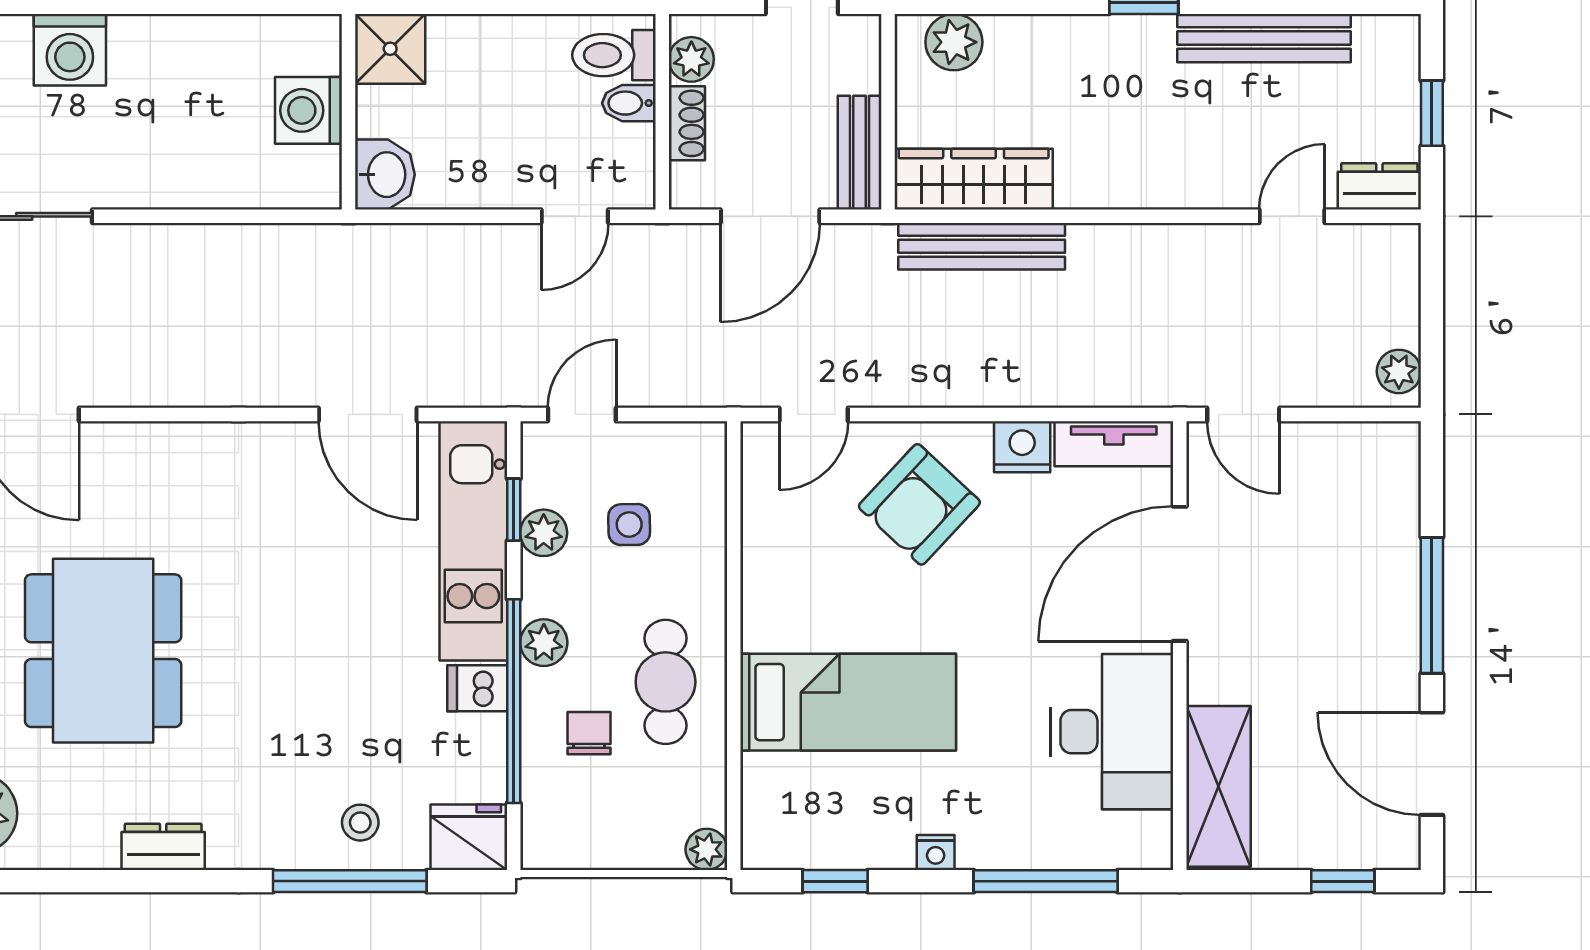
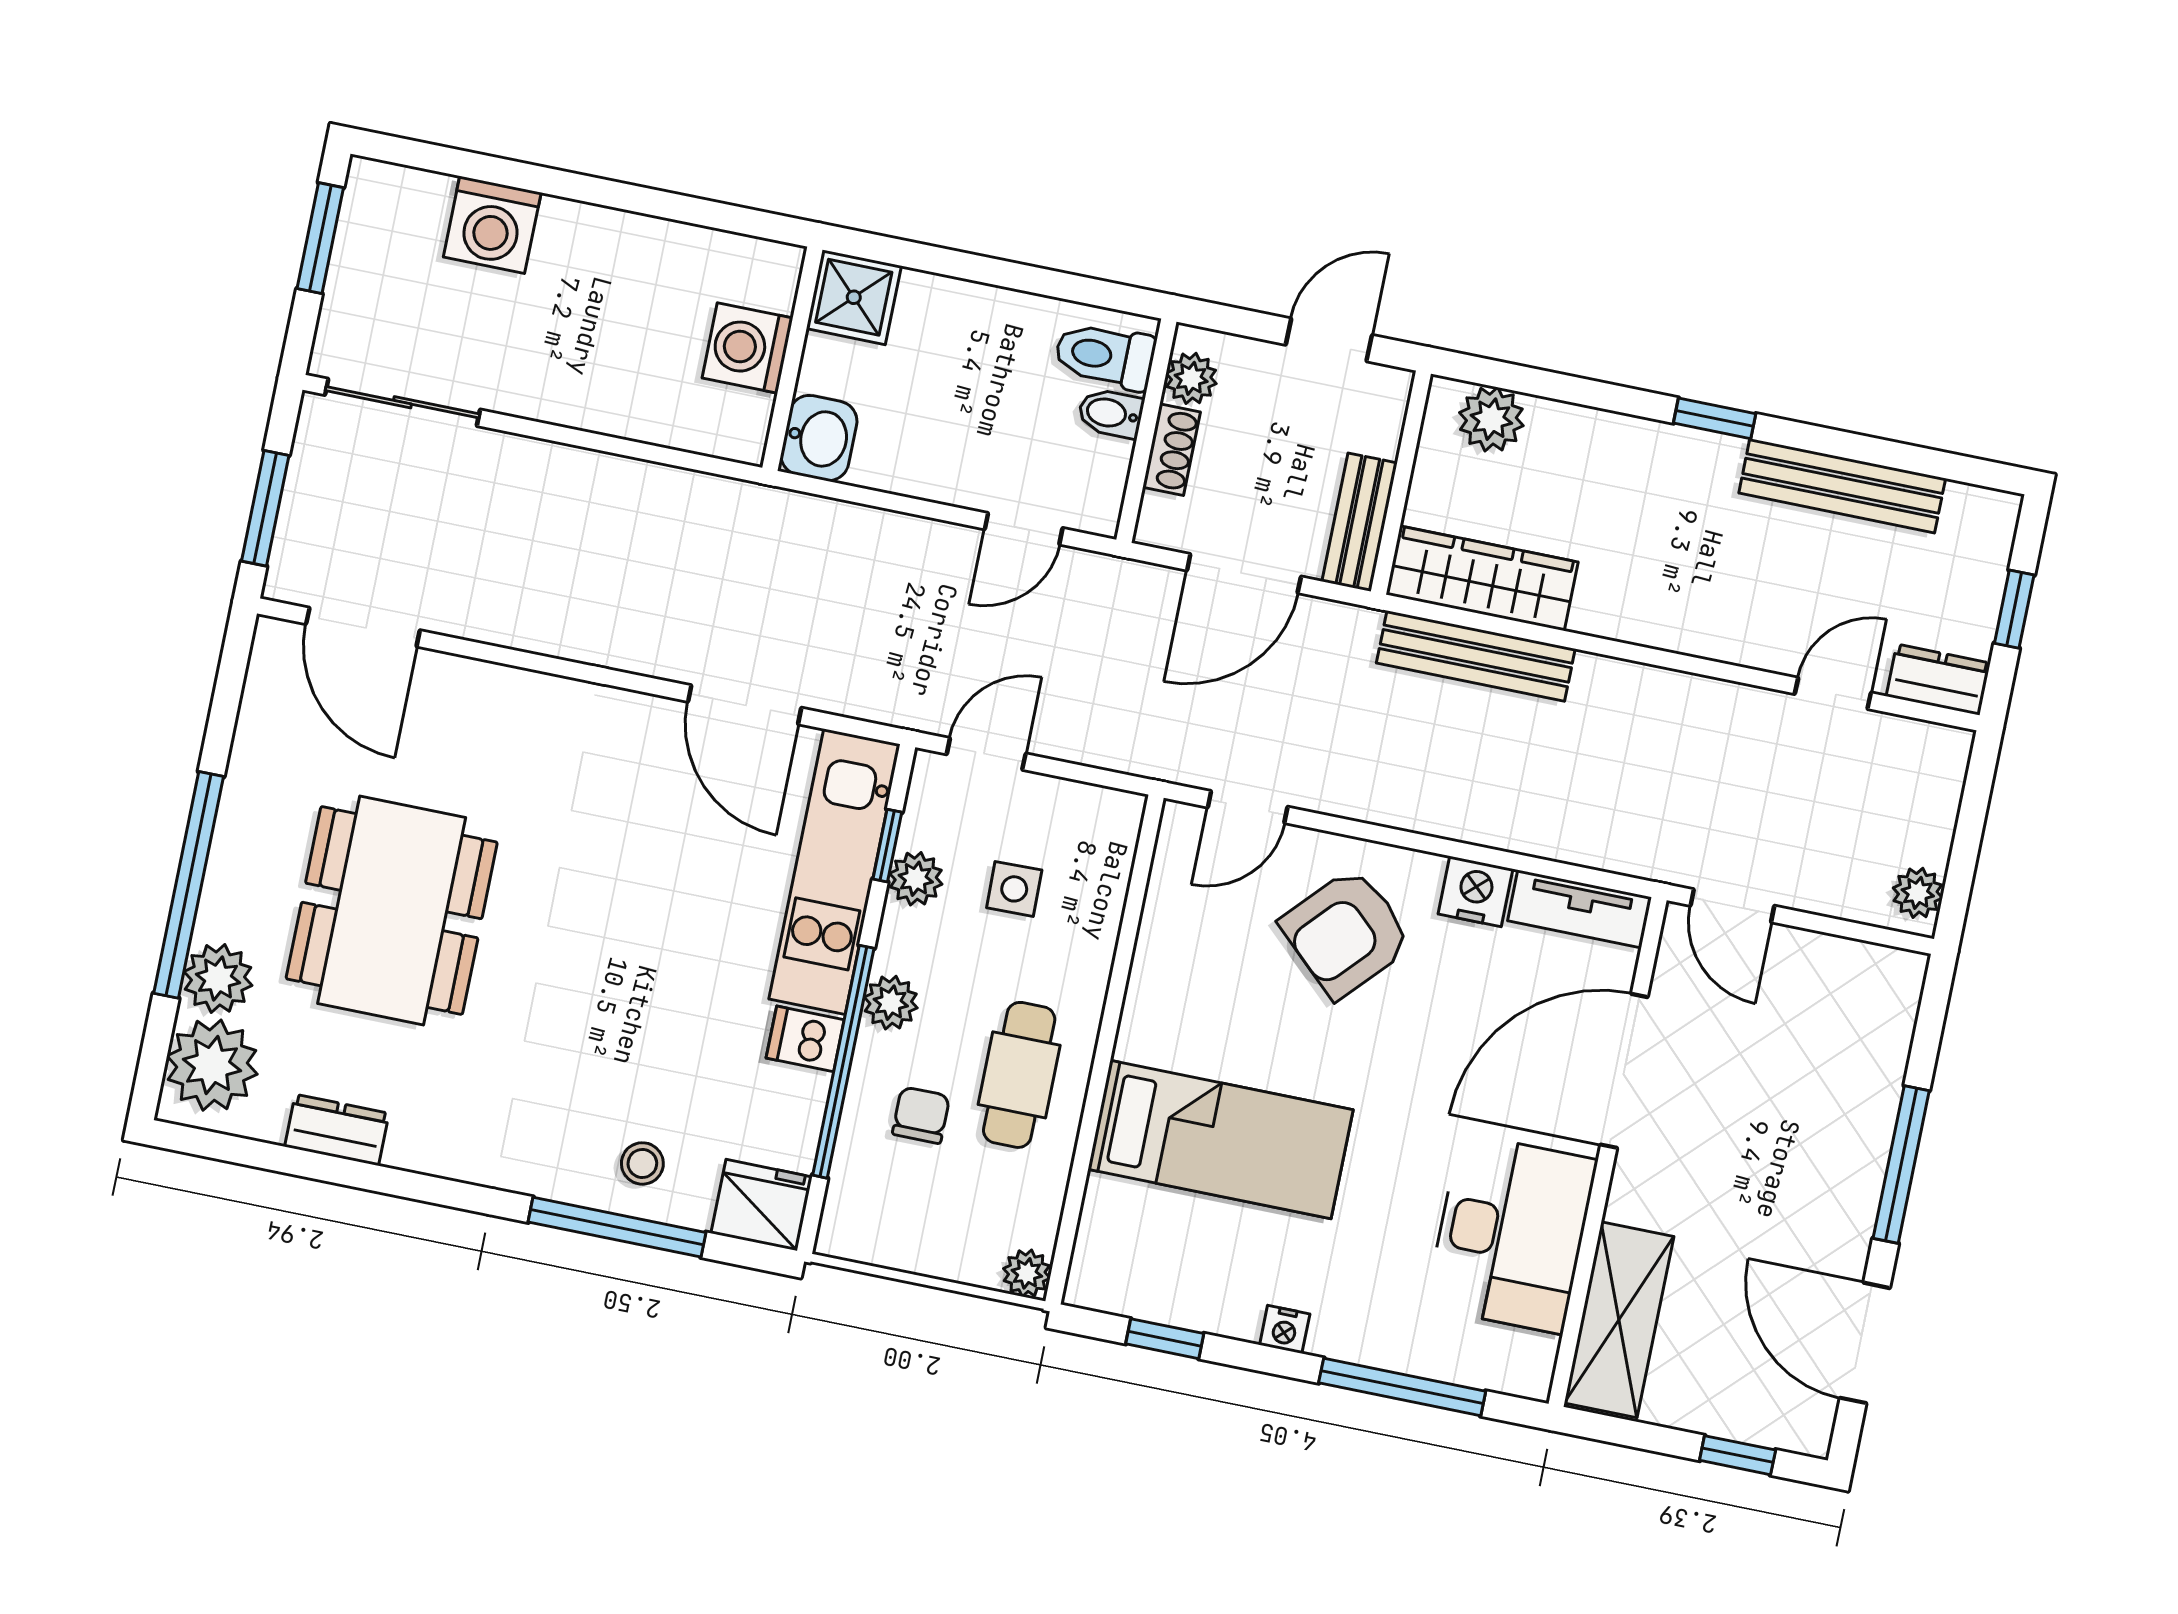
dresser: (163, 847) -> (337, 1130), moved

